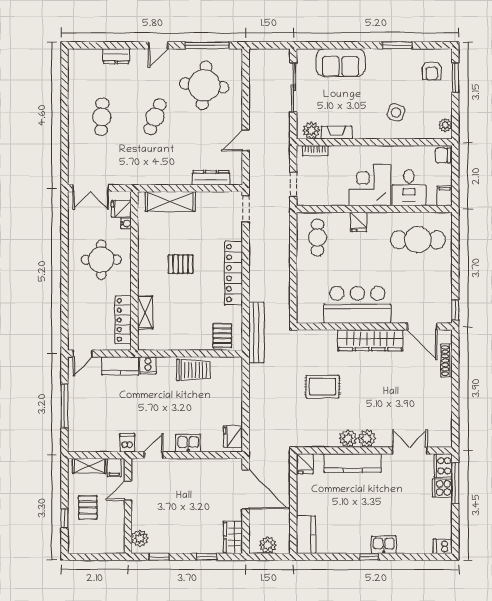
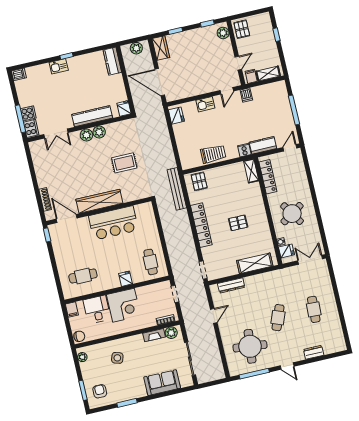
door: (158, 45) -> (287, 366), swing flipped
cafe table: (418, 240) -> (83, 276), width x0.73, depth x0.74
round table: (101, 260) -> (292, 214), turned -33
shelving: (145, 312) -> (251, 171), moved
trolley: (193, 370) -> (213, 154), turned 180
pallet: (88, 507) -> (242, 29), moved

